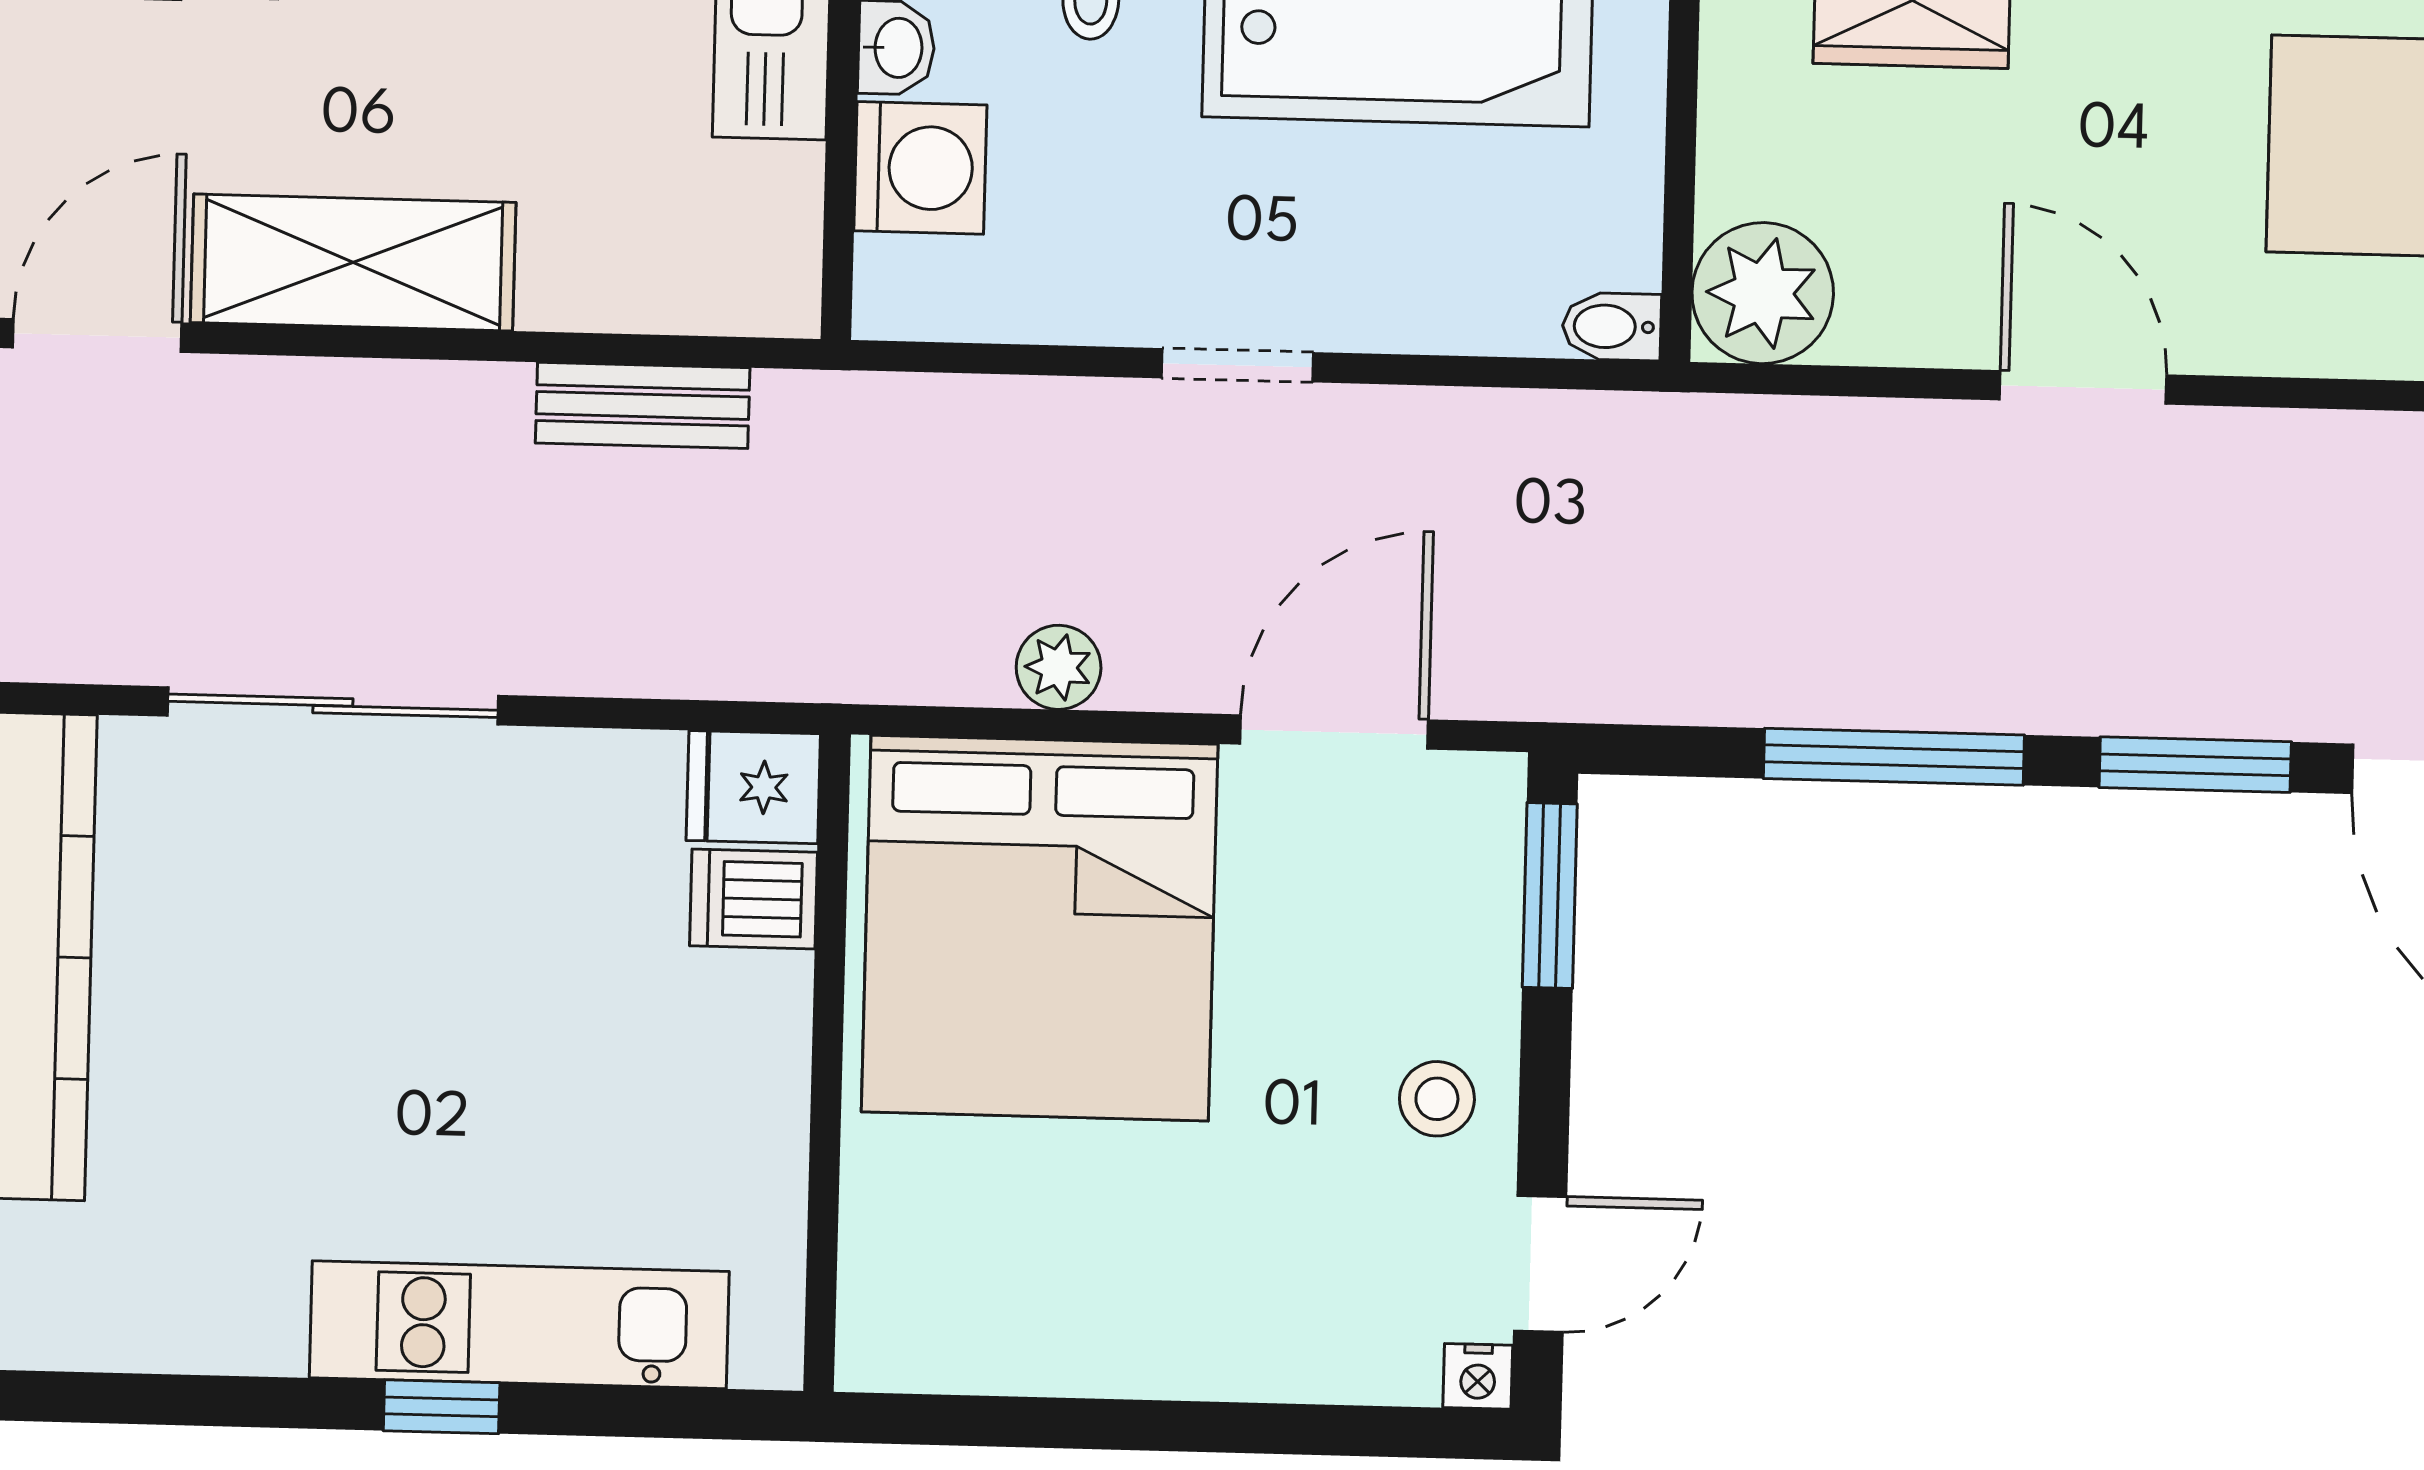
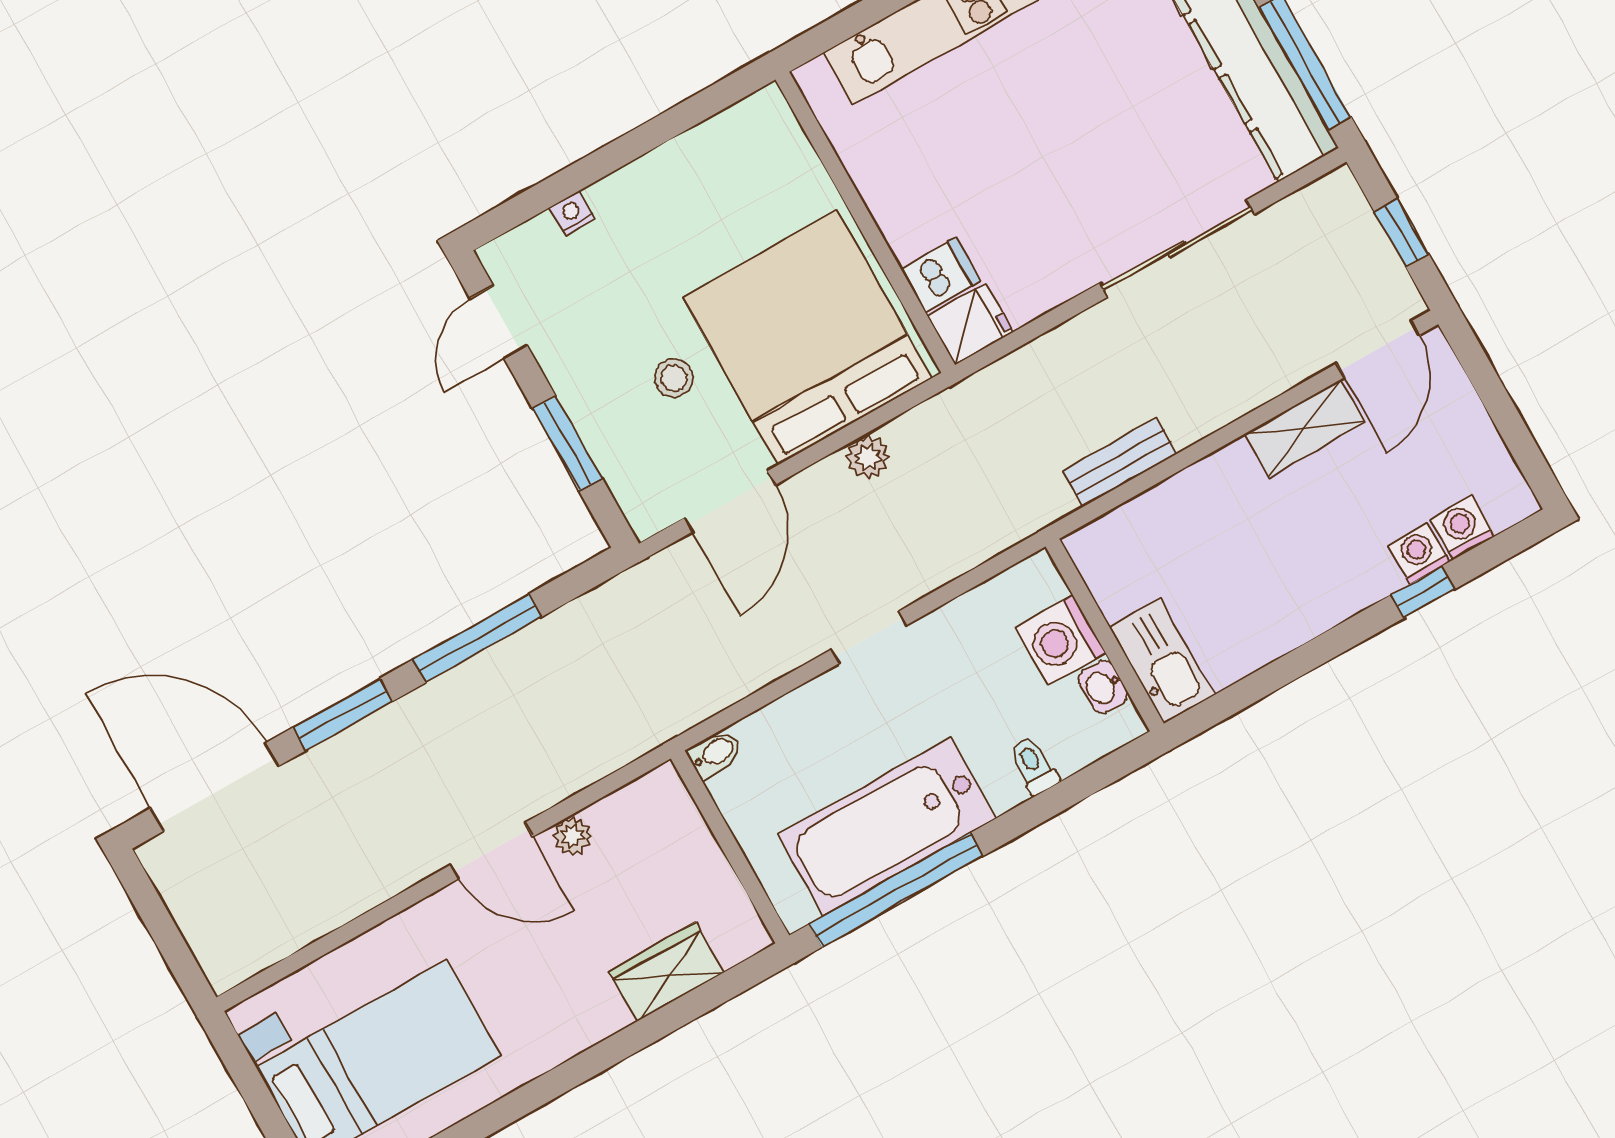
shelving: (353, 262) -> (1305, 428), width x0.67, depth x0.75
plant: (1763, 293) -> (573, 836), moved, width x0.53, depth x0.53
window: (1550, 896) -> (567, 444), moved
stool: (1437, 1099) -> (674, 378), moved
nightstand: (1478, 1376) -> (572, 213), moved

